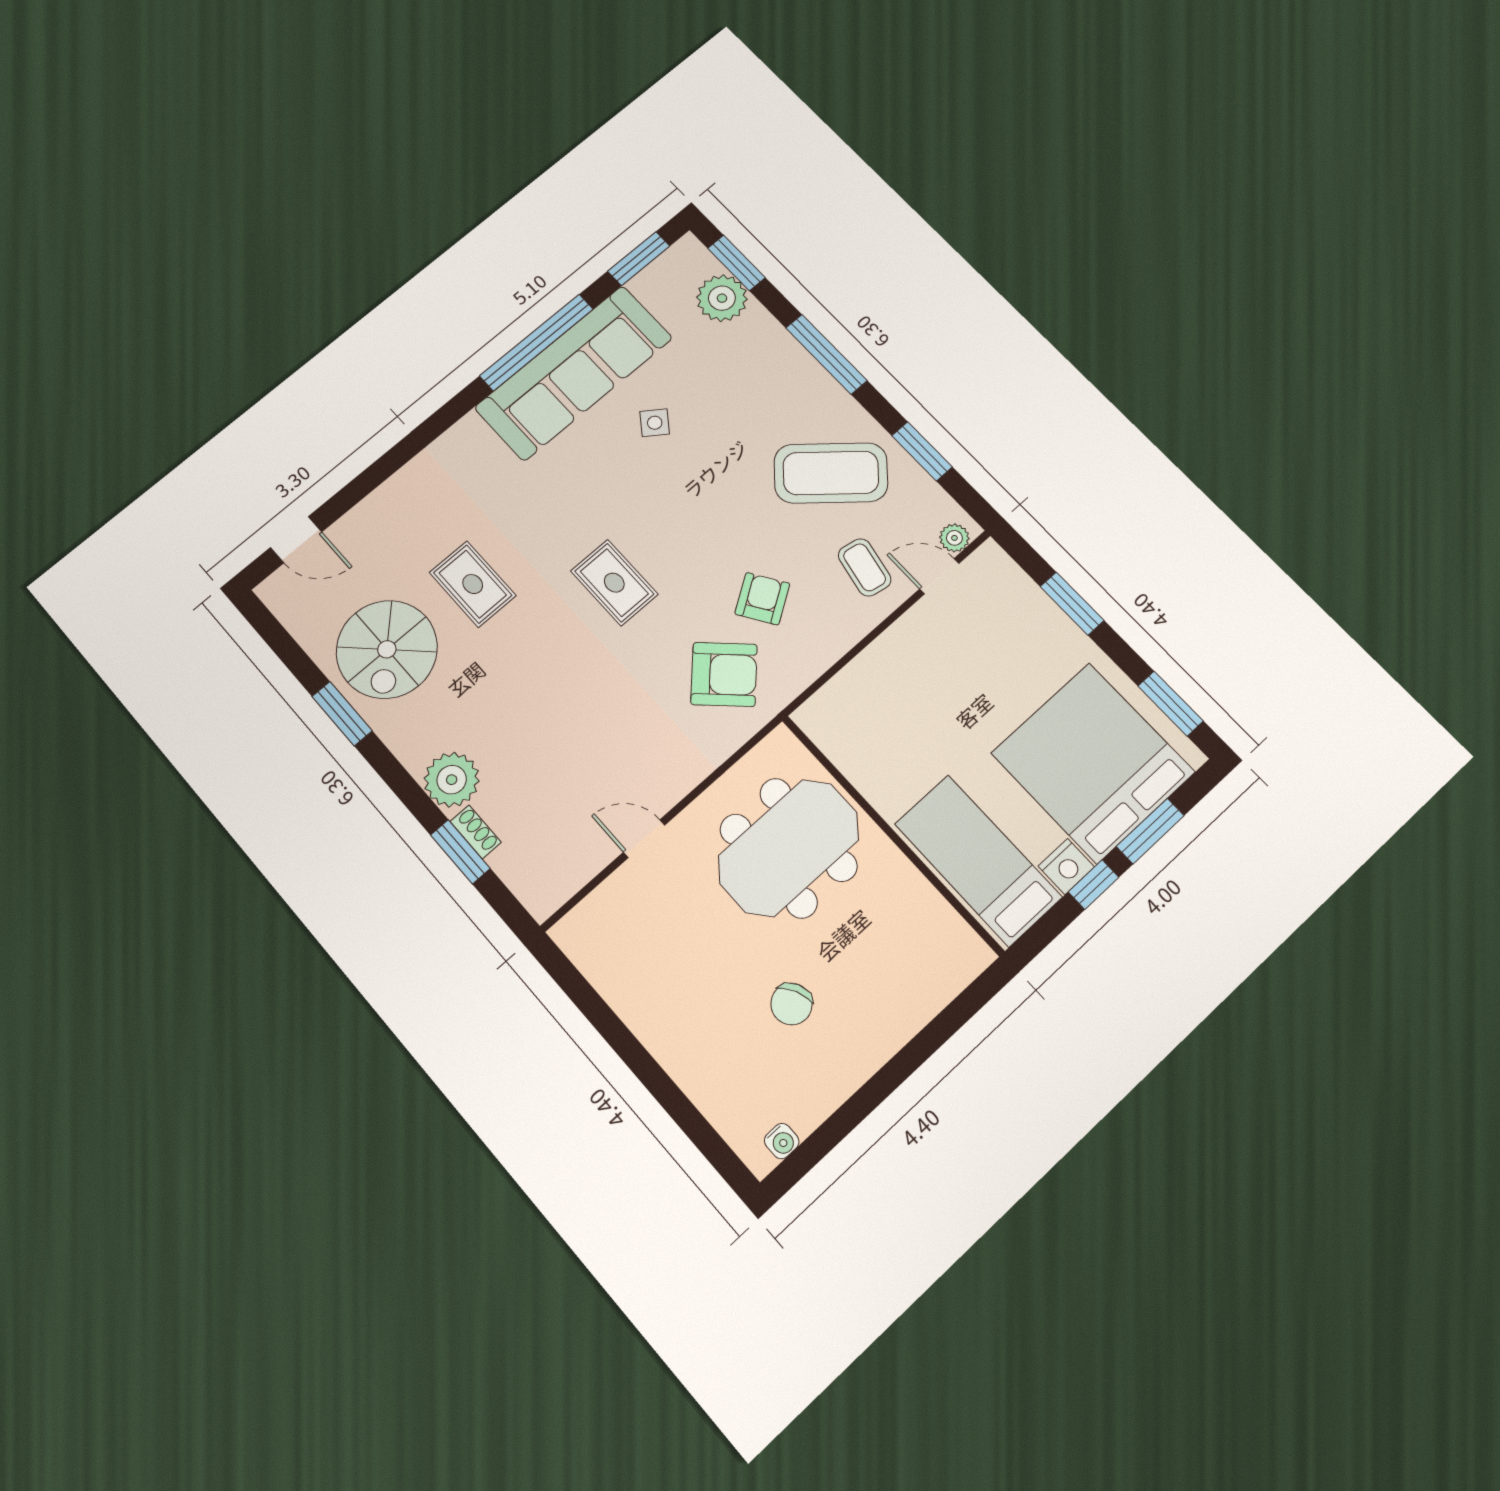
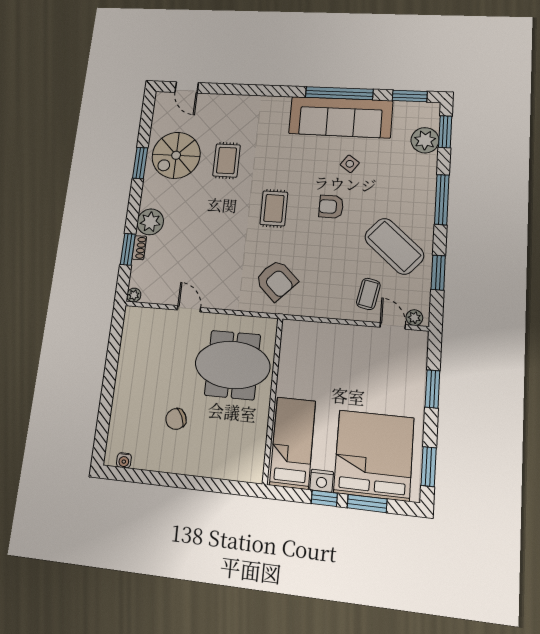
armchair: (762, 599) -> (331, 207), moved, turned -147
plant: (542, 905) -> (134, 295), added

